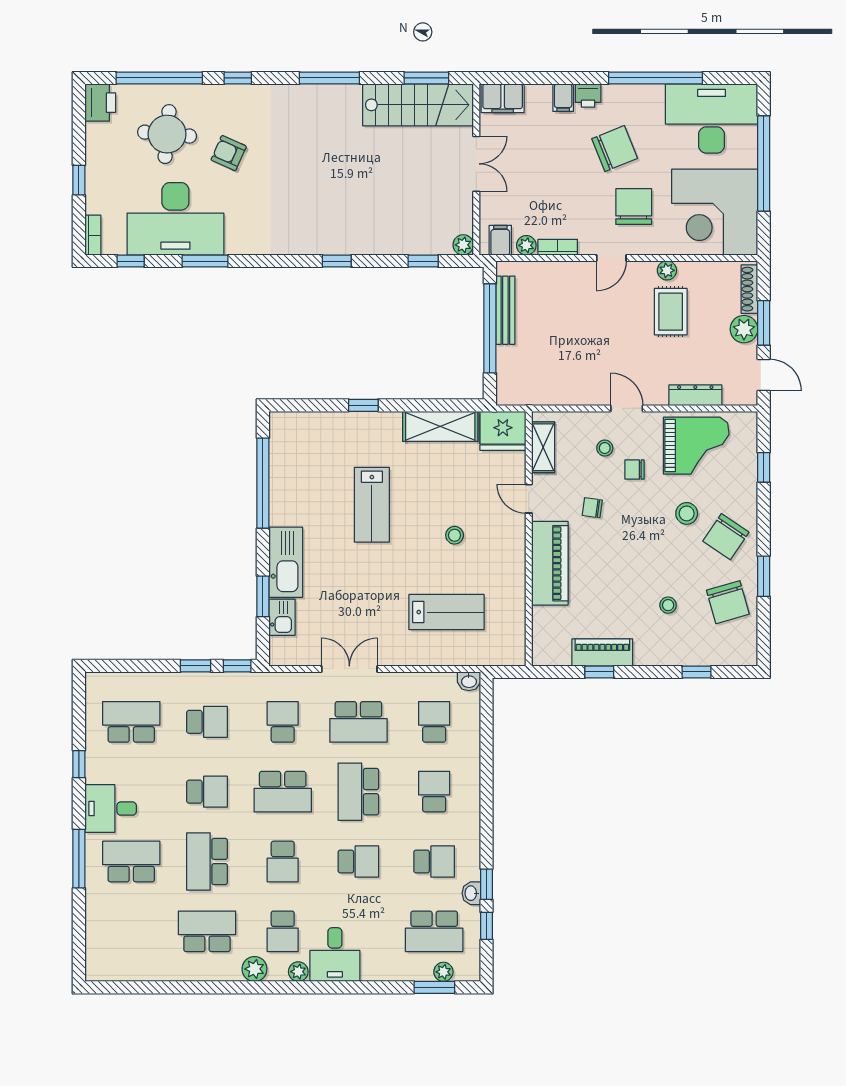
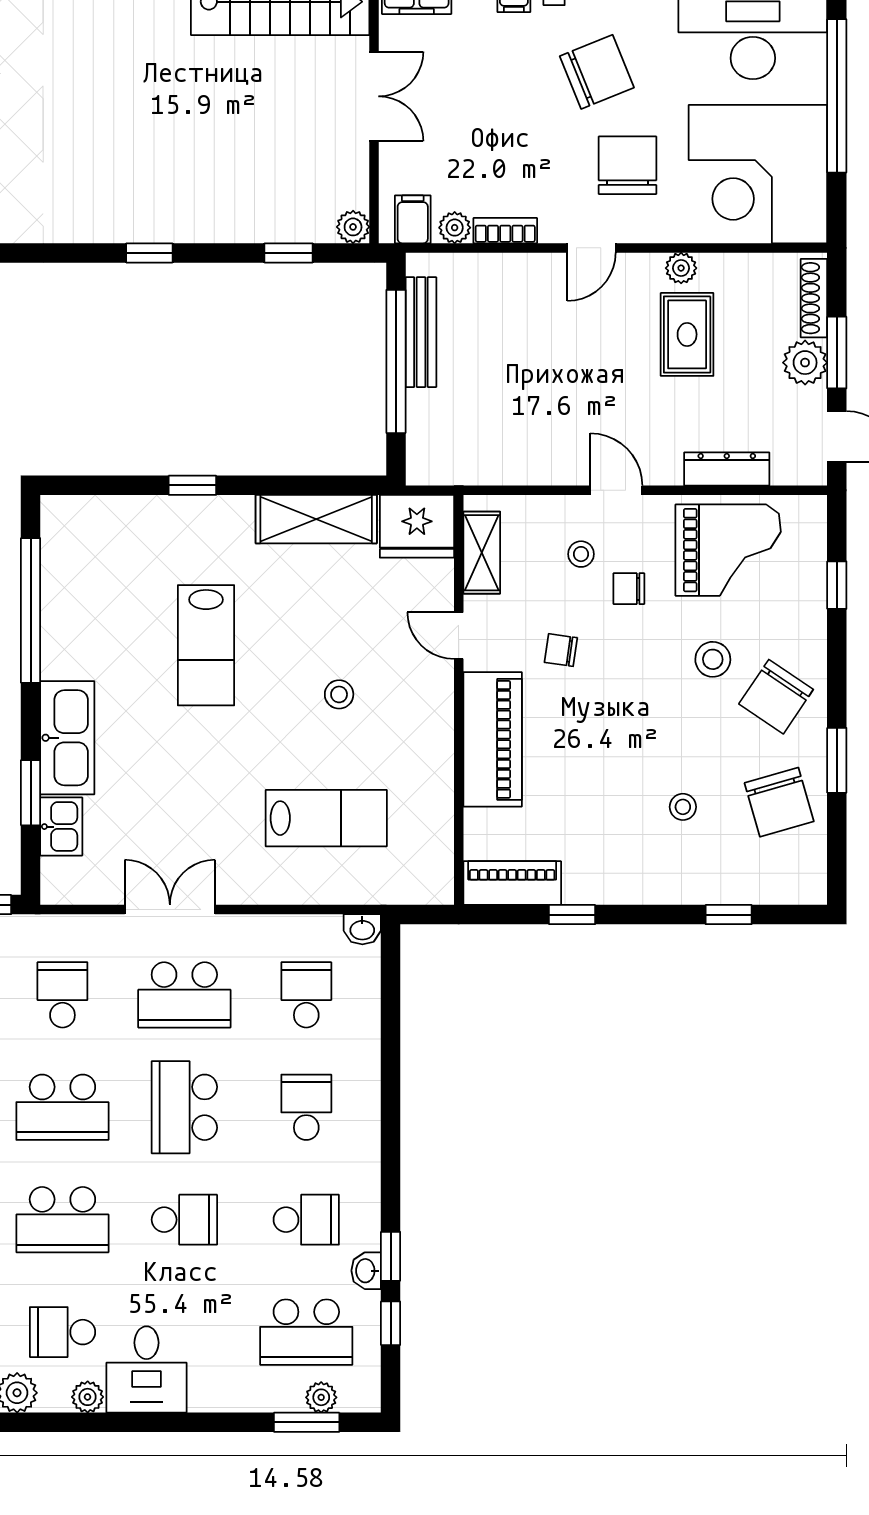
piano: (602, 652) -> (512, 883), moved
school desk: (283, 861) -> (62, 1220), width x1.85
school desk: (283, 931) -> (62, 1332), turned 90

